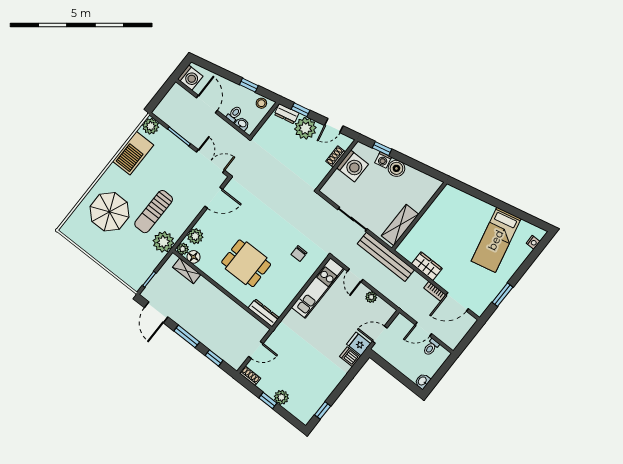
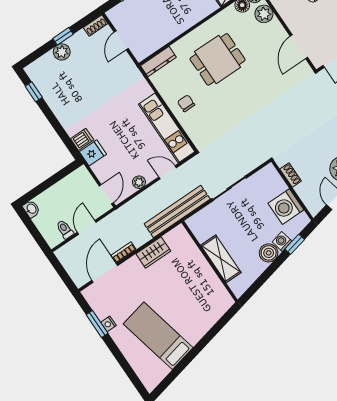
shoe rack: (336, 157) -> (291, 175), moved
shelving: (400, 225) -> (221, 259), moved
nightstand: (533, 242) -> (108, 324), moved
chair: (299, 254) -> (186, 103), moved
door: (380, 335) -> (106, 194), moved

